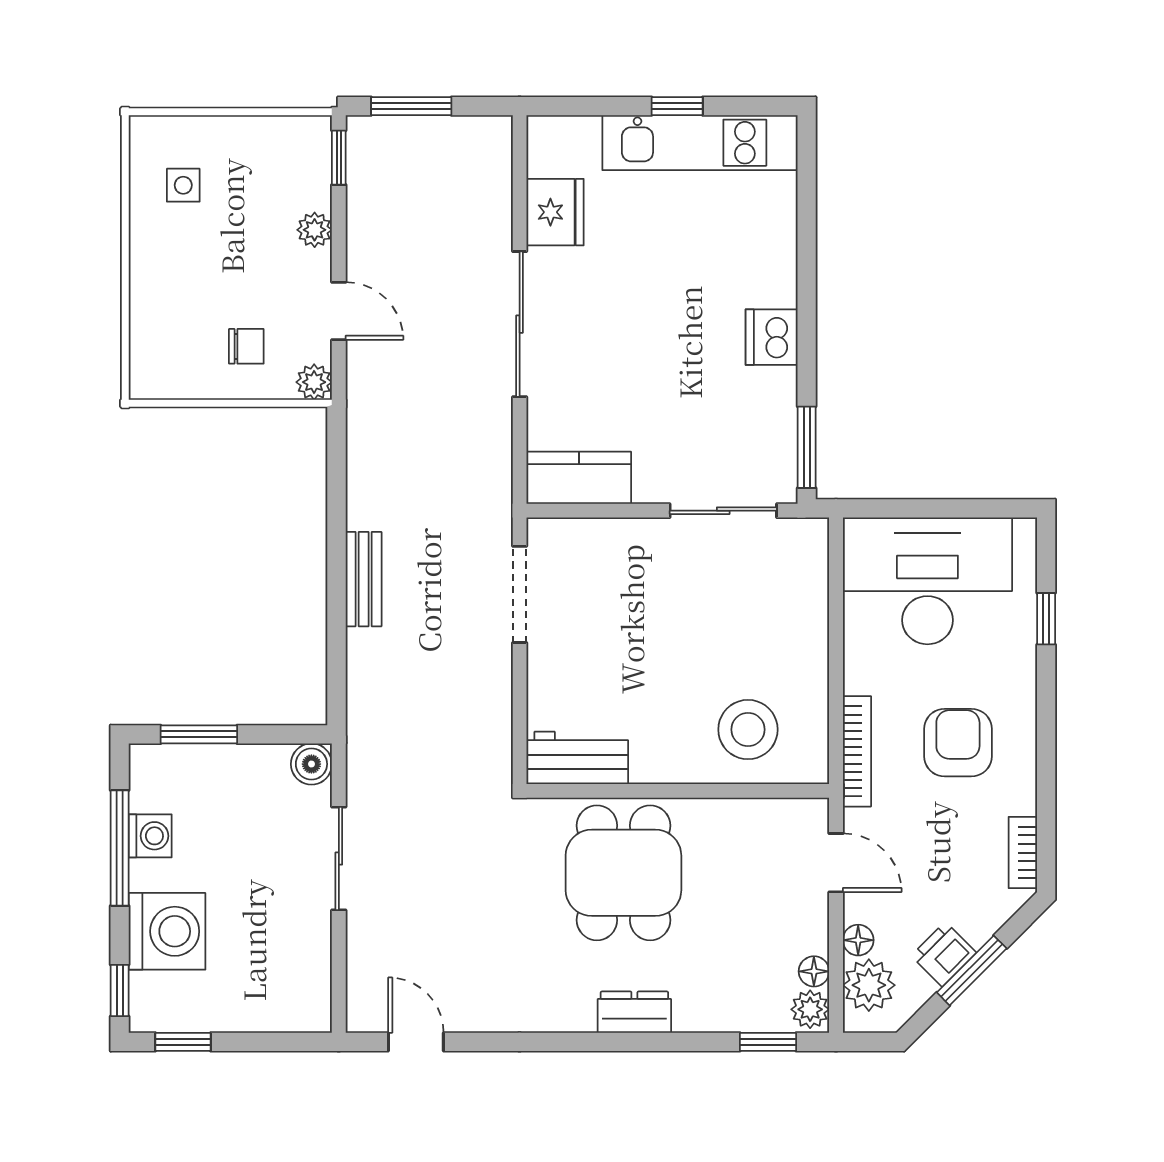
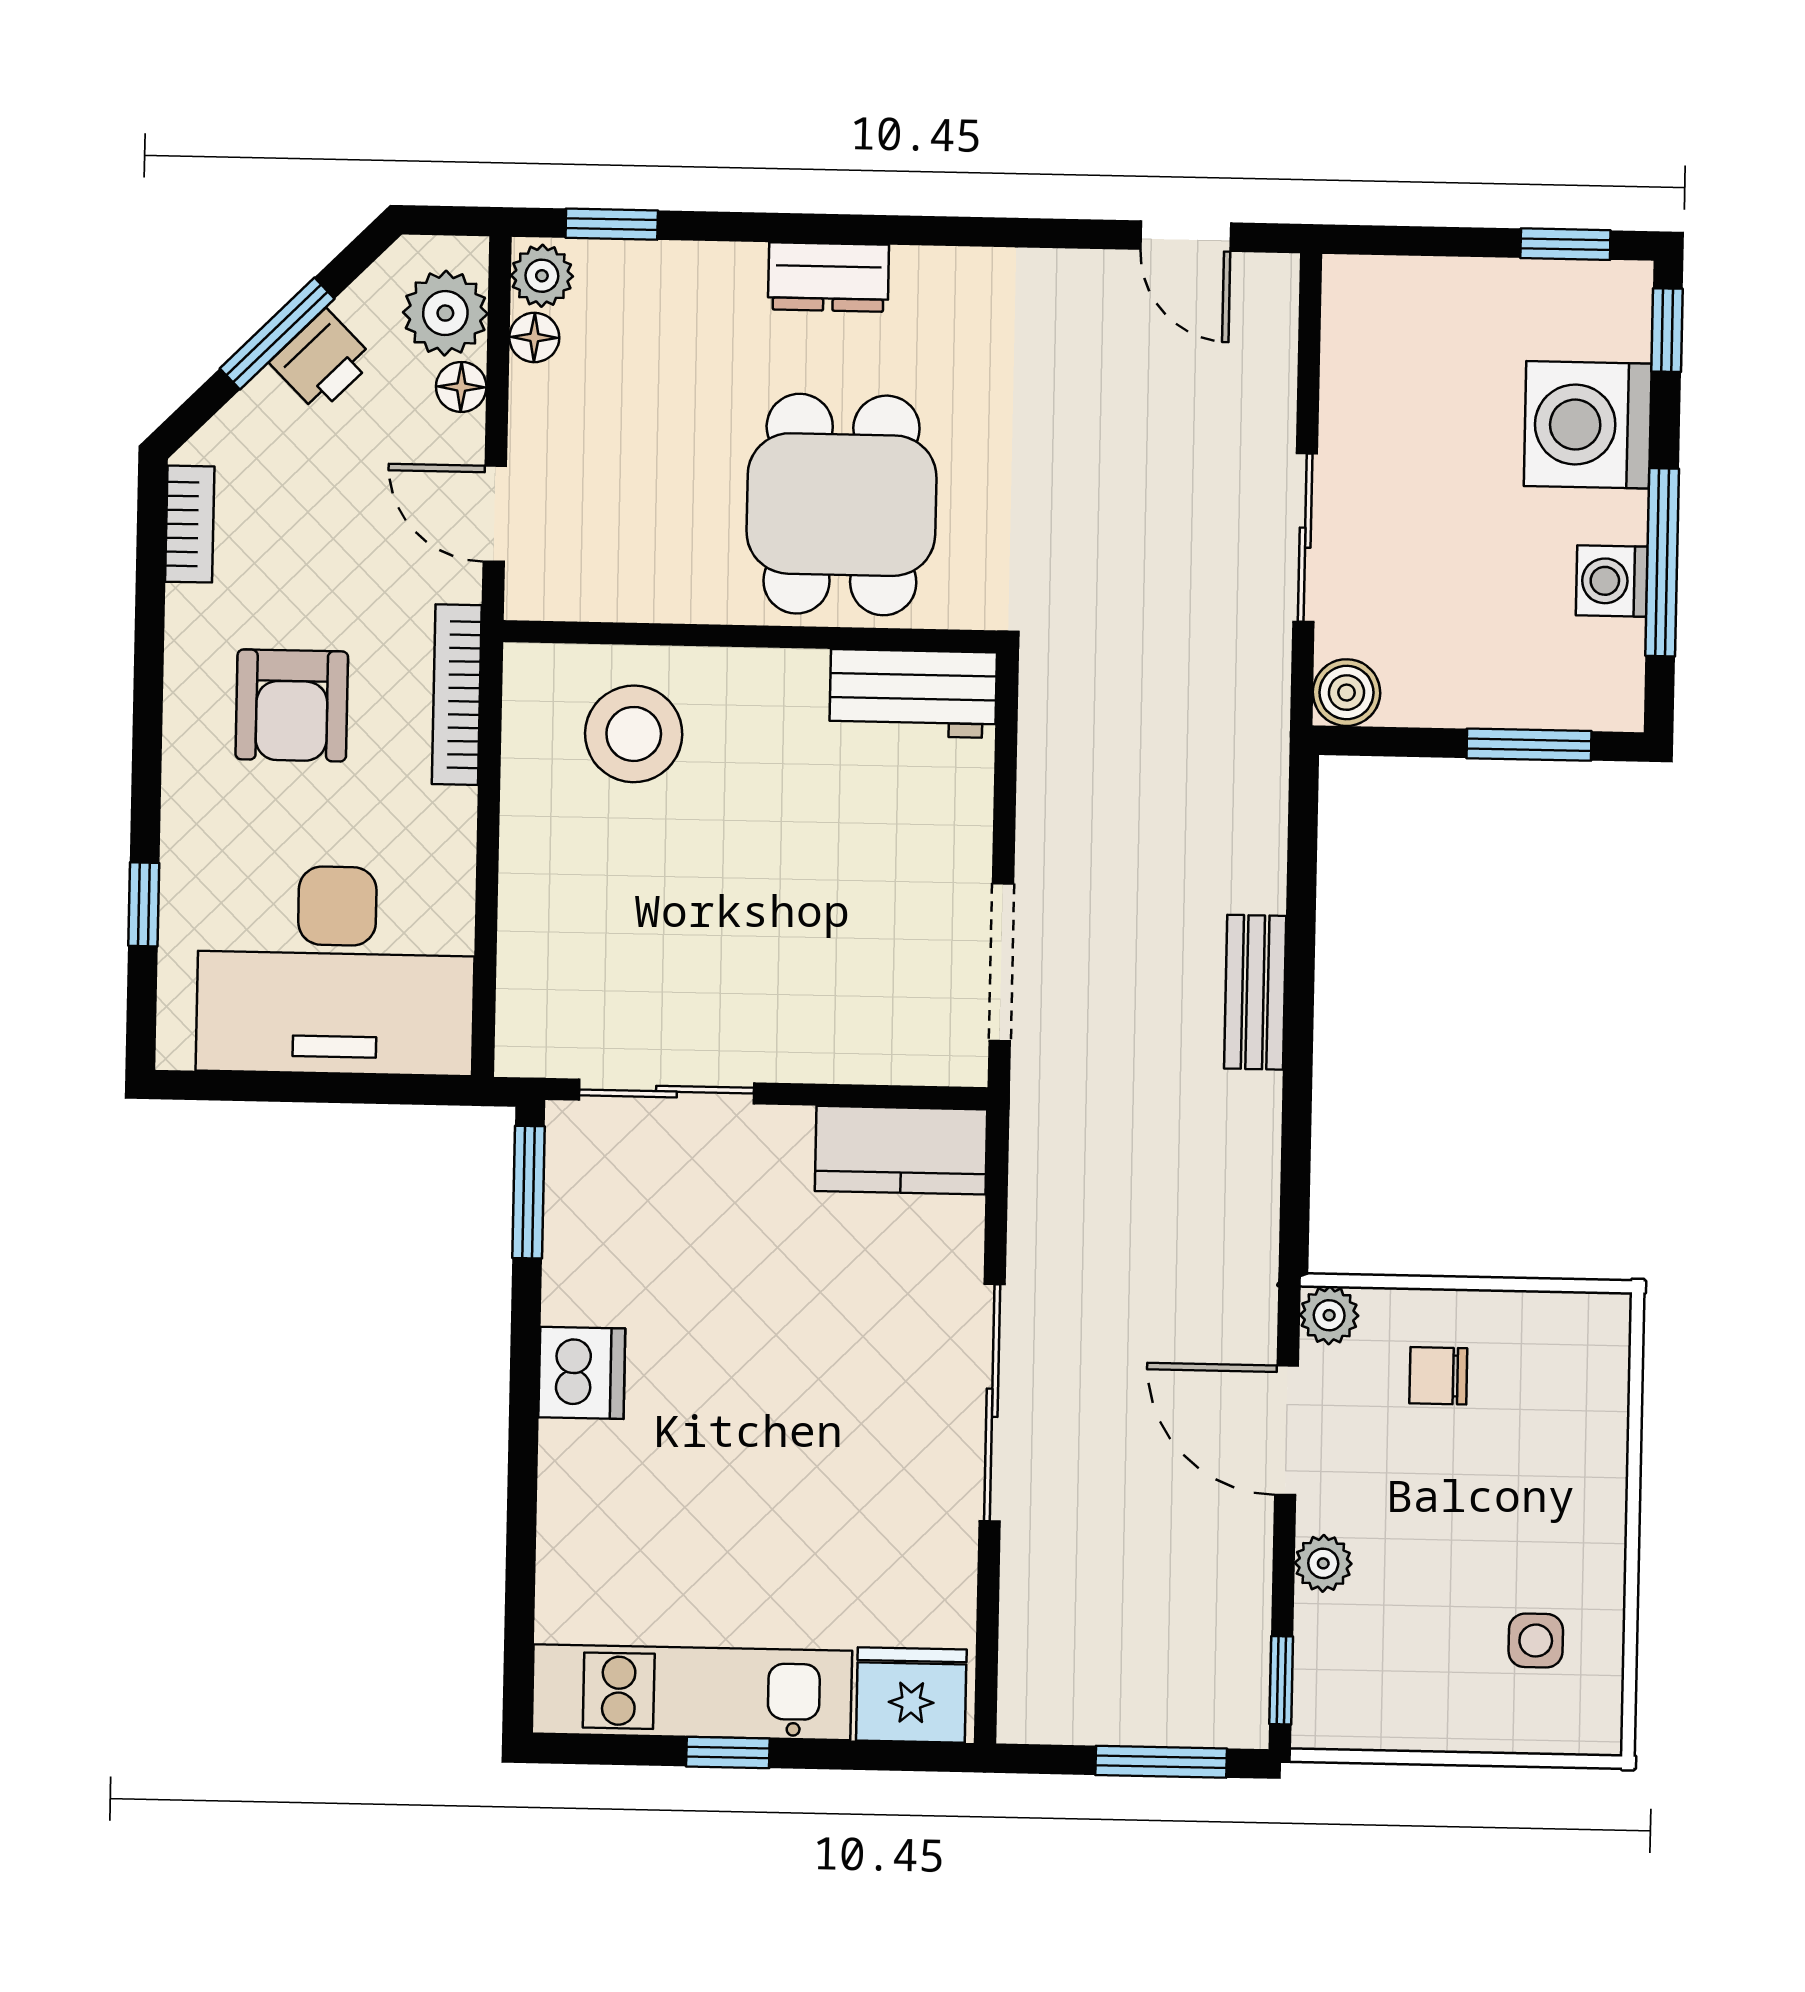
fridge: (555, 212) -> (911, 1695), moved, turned 90
door: (339, 311) -> (1286, 1430), width x1.38

